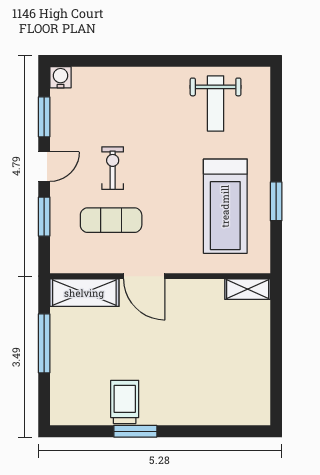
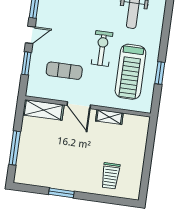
exercise bike: (113, 168) -> (102, 48), moved, width x1.38, depth x1.39
shelving: (248, 289) -> (109, 117), moved
window: (44, 343) -> (15, 148), moved
trolley: (125, 402) -> (111, 176), moved, turned 180

